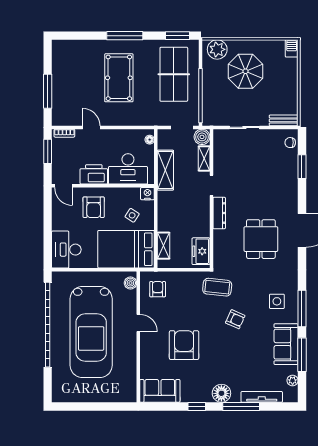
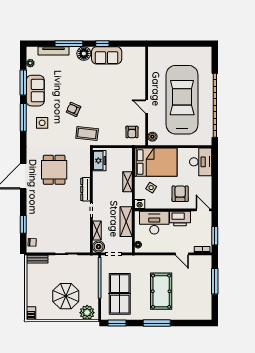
shelving: (164, 246) -> (127, 182), moved
armchair: (184, 345) -> (112, 90), removed
sofa: (160, 391) -> (107, 55), moved

